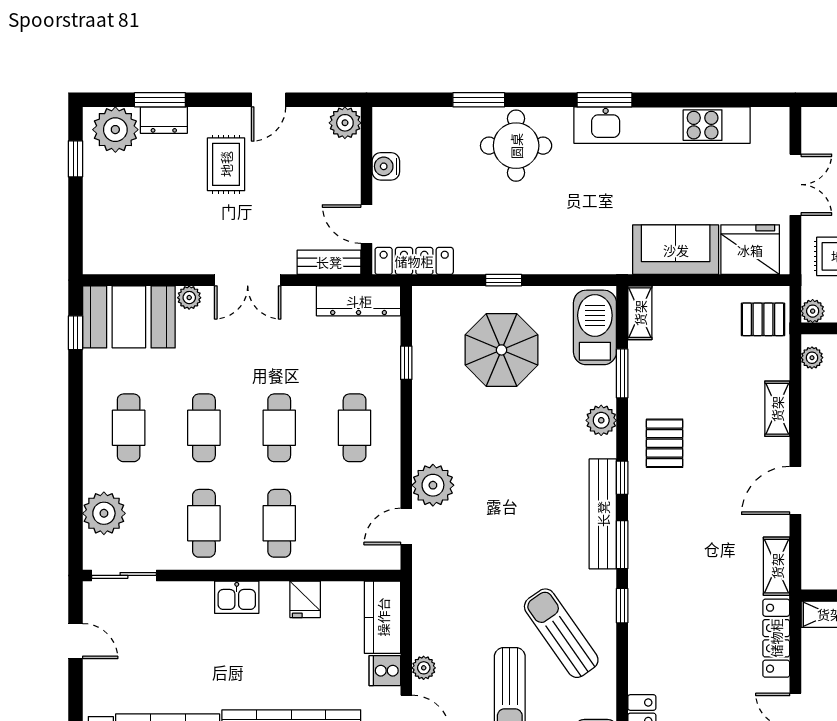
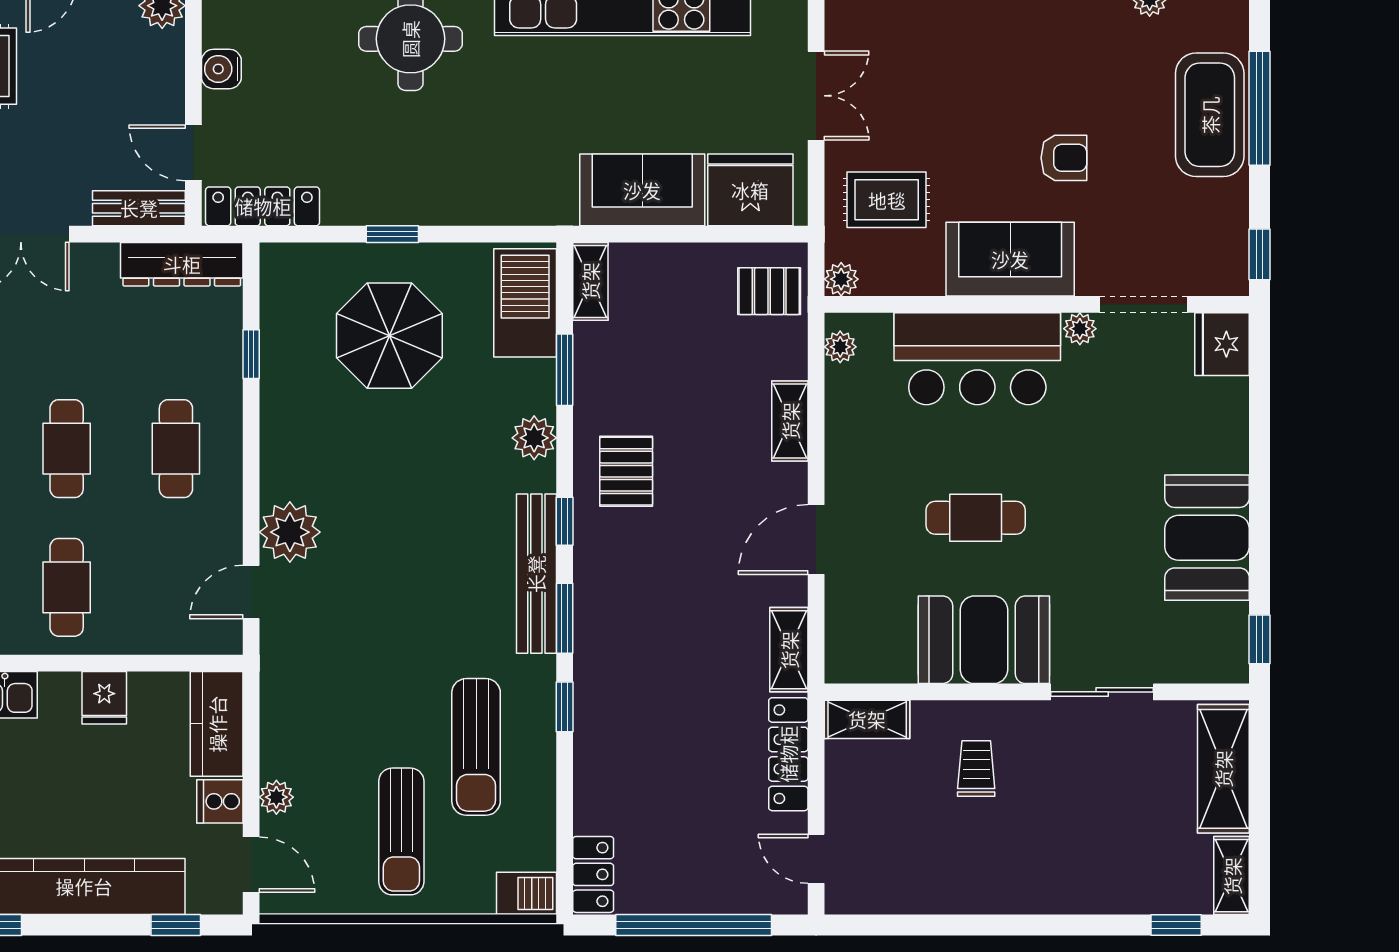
sun lounger: (561, 633) -> (476, 747), turned -145

